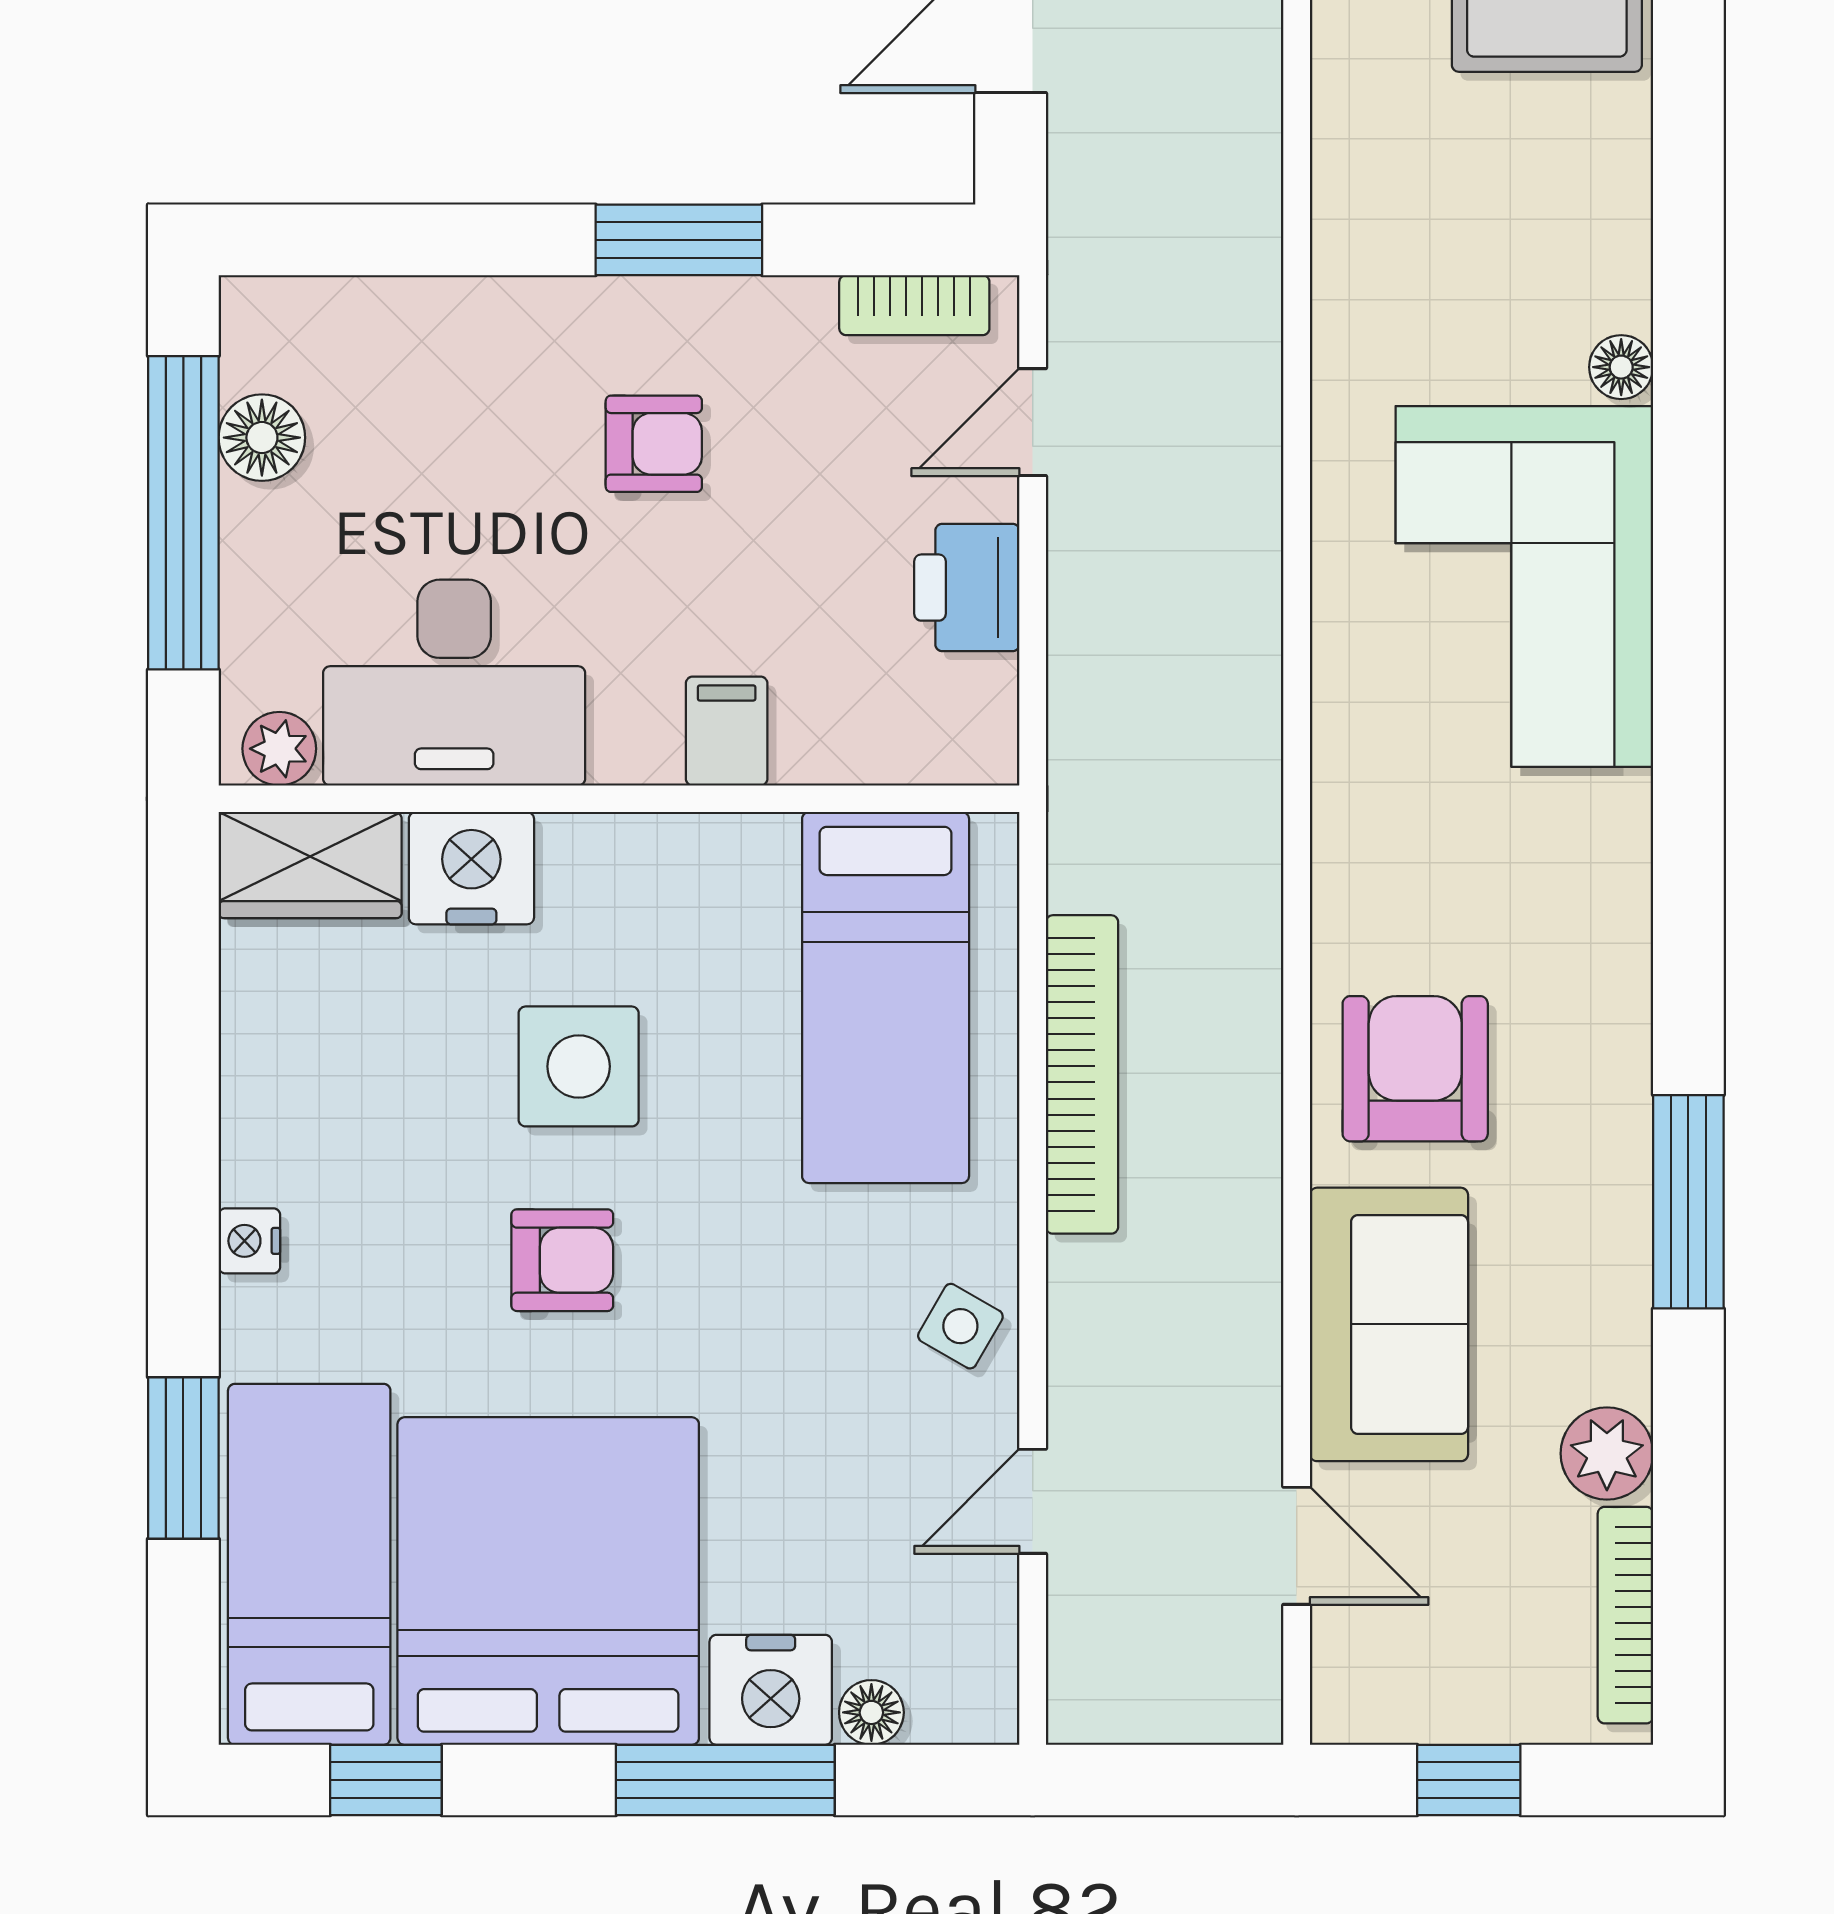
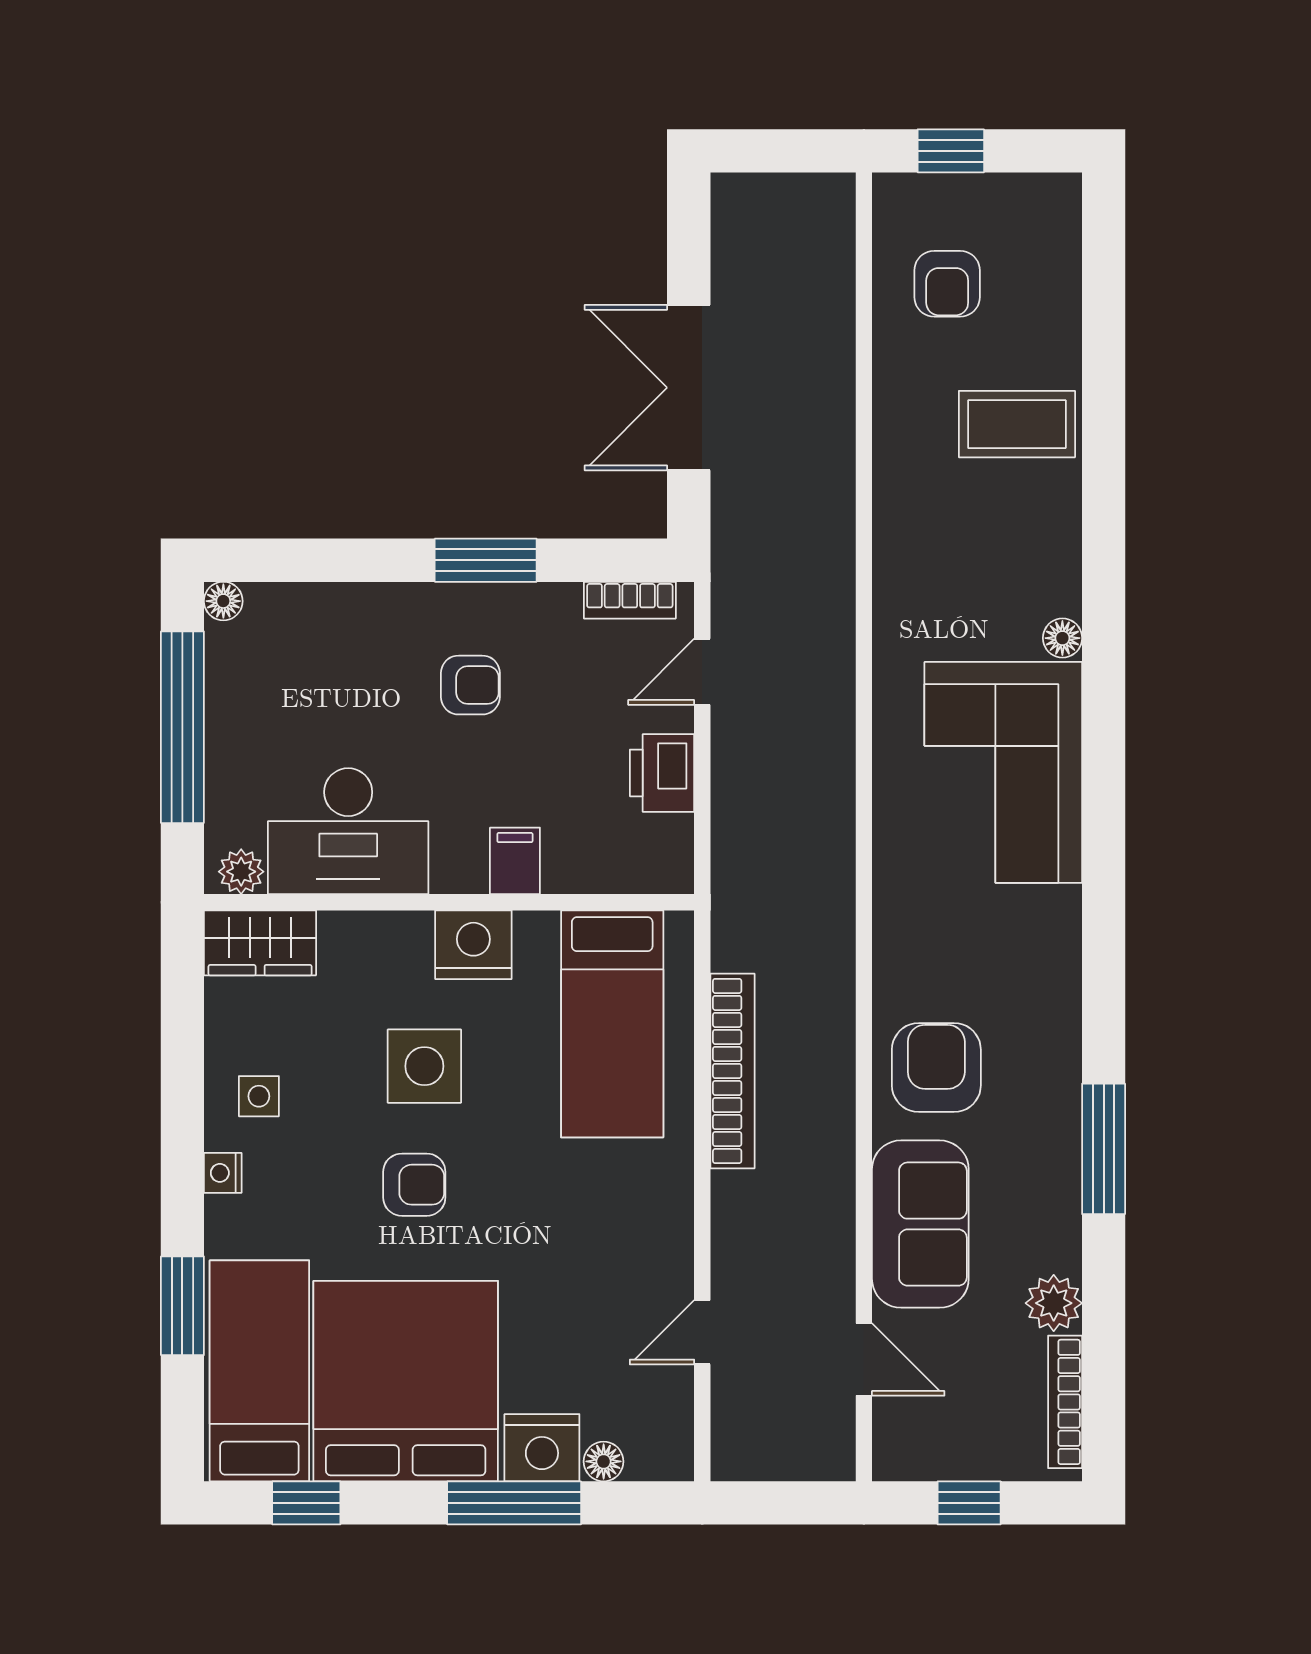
floor lamp: (262, 438) -> (223, 601), moved, width x0.73, depth x0.73
nightstand: (471, 868) -> (473, 945), moved
side table: (960, 1326) -> (259, 1096), moved, turned -30

